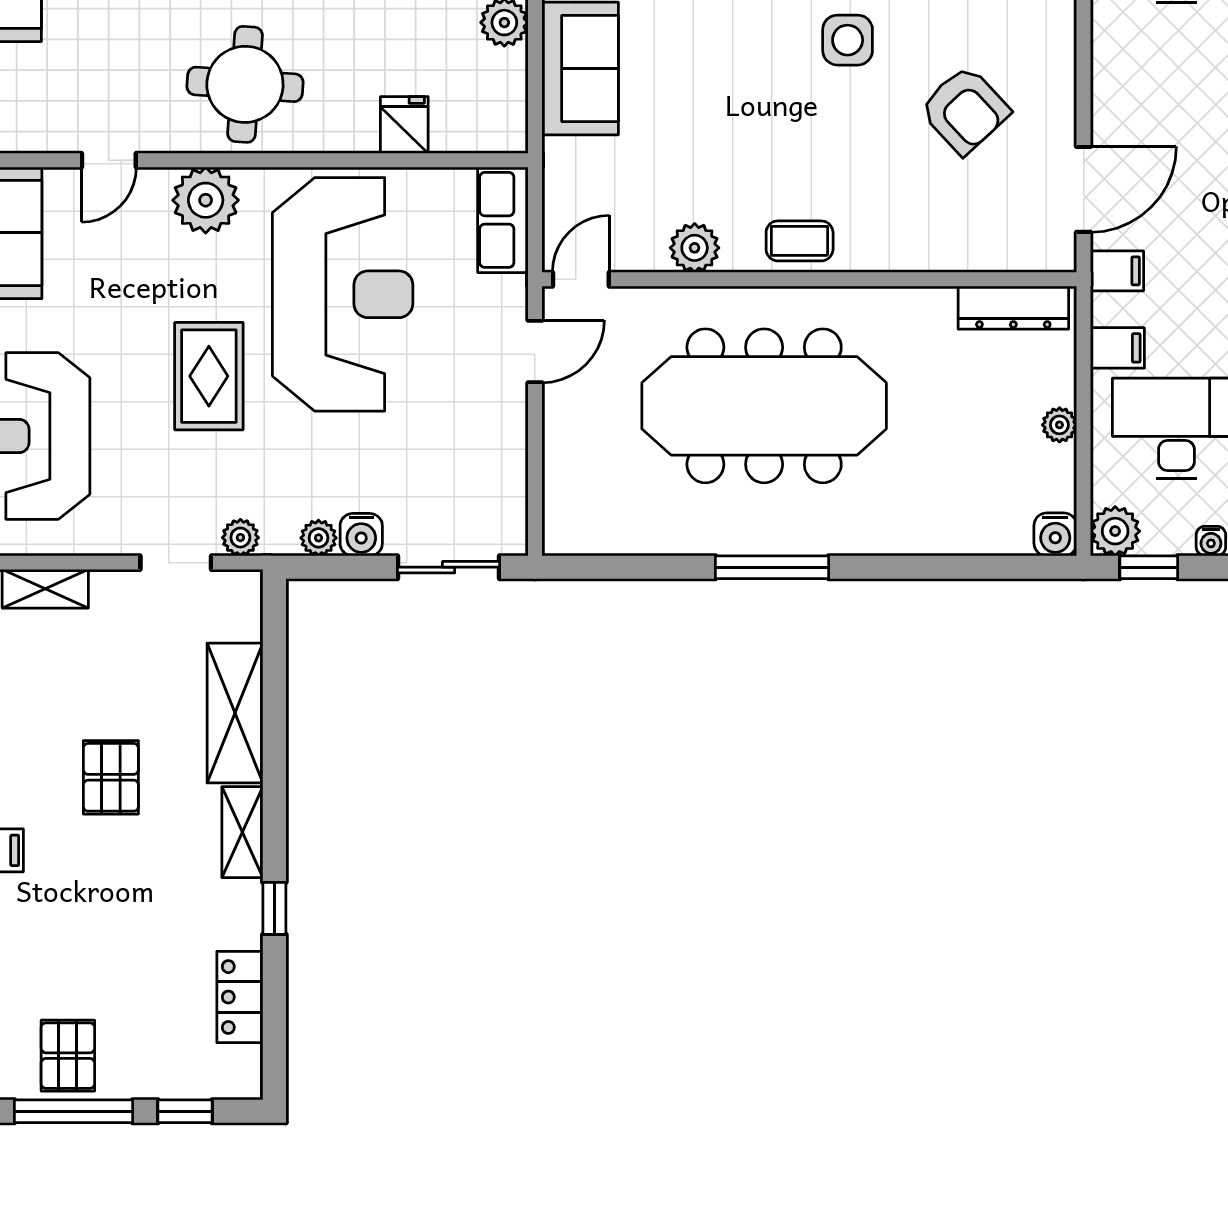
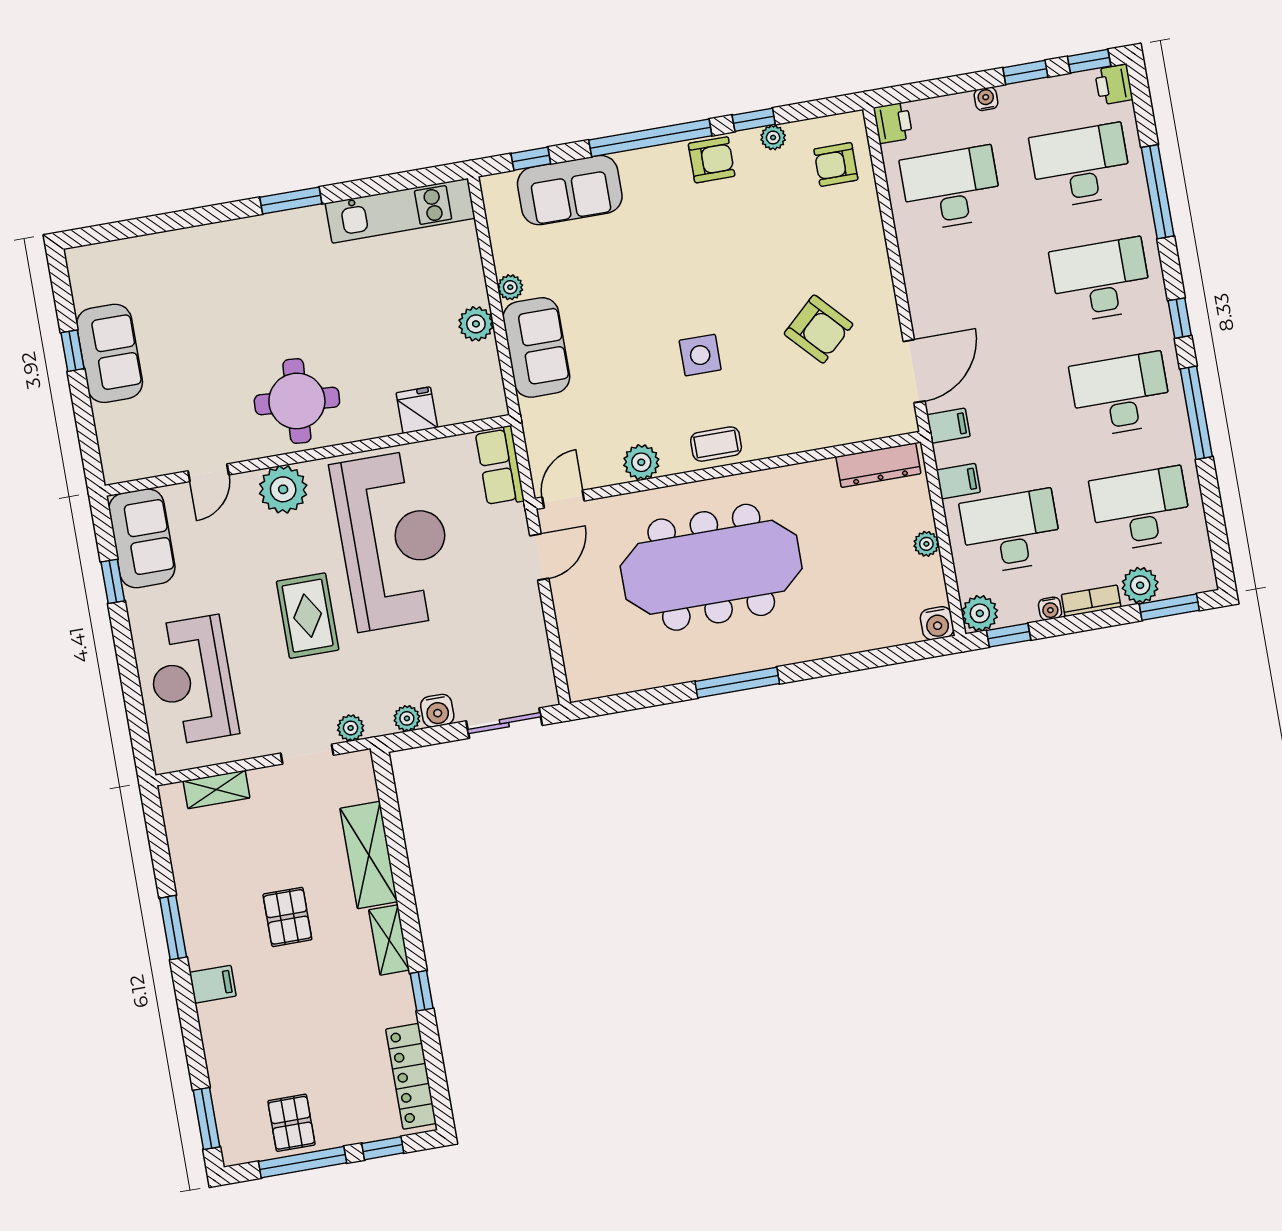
side table: (848, 40) -> (700, 355), moved
locker: (240, 997) -> (411, 1076), width x1.53

